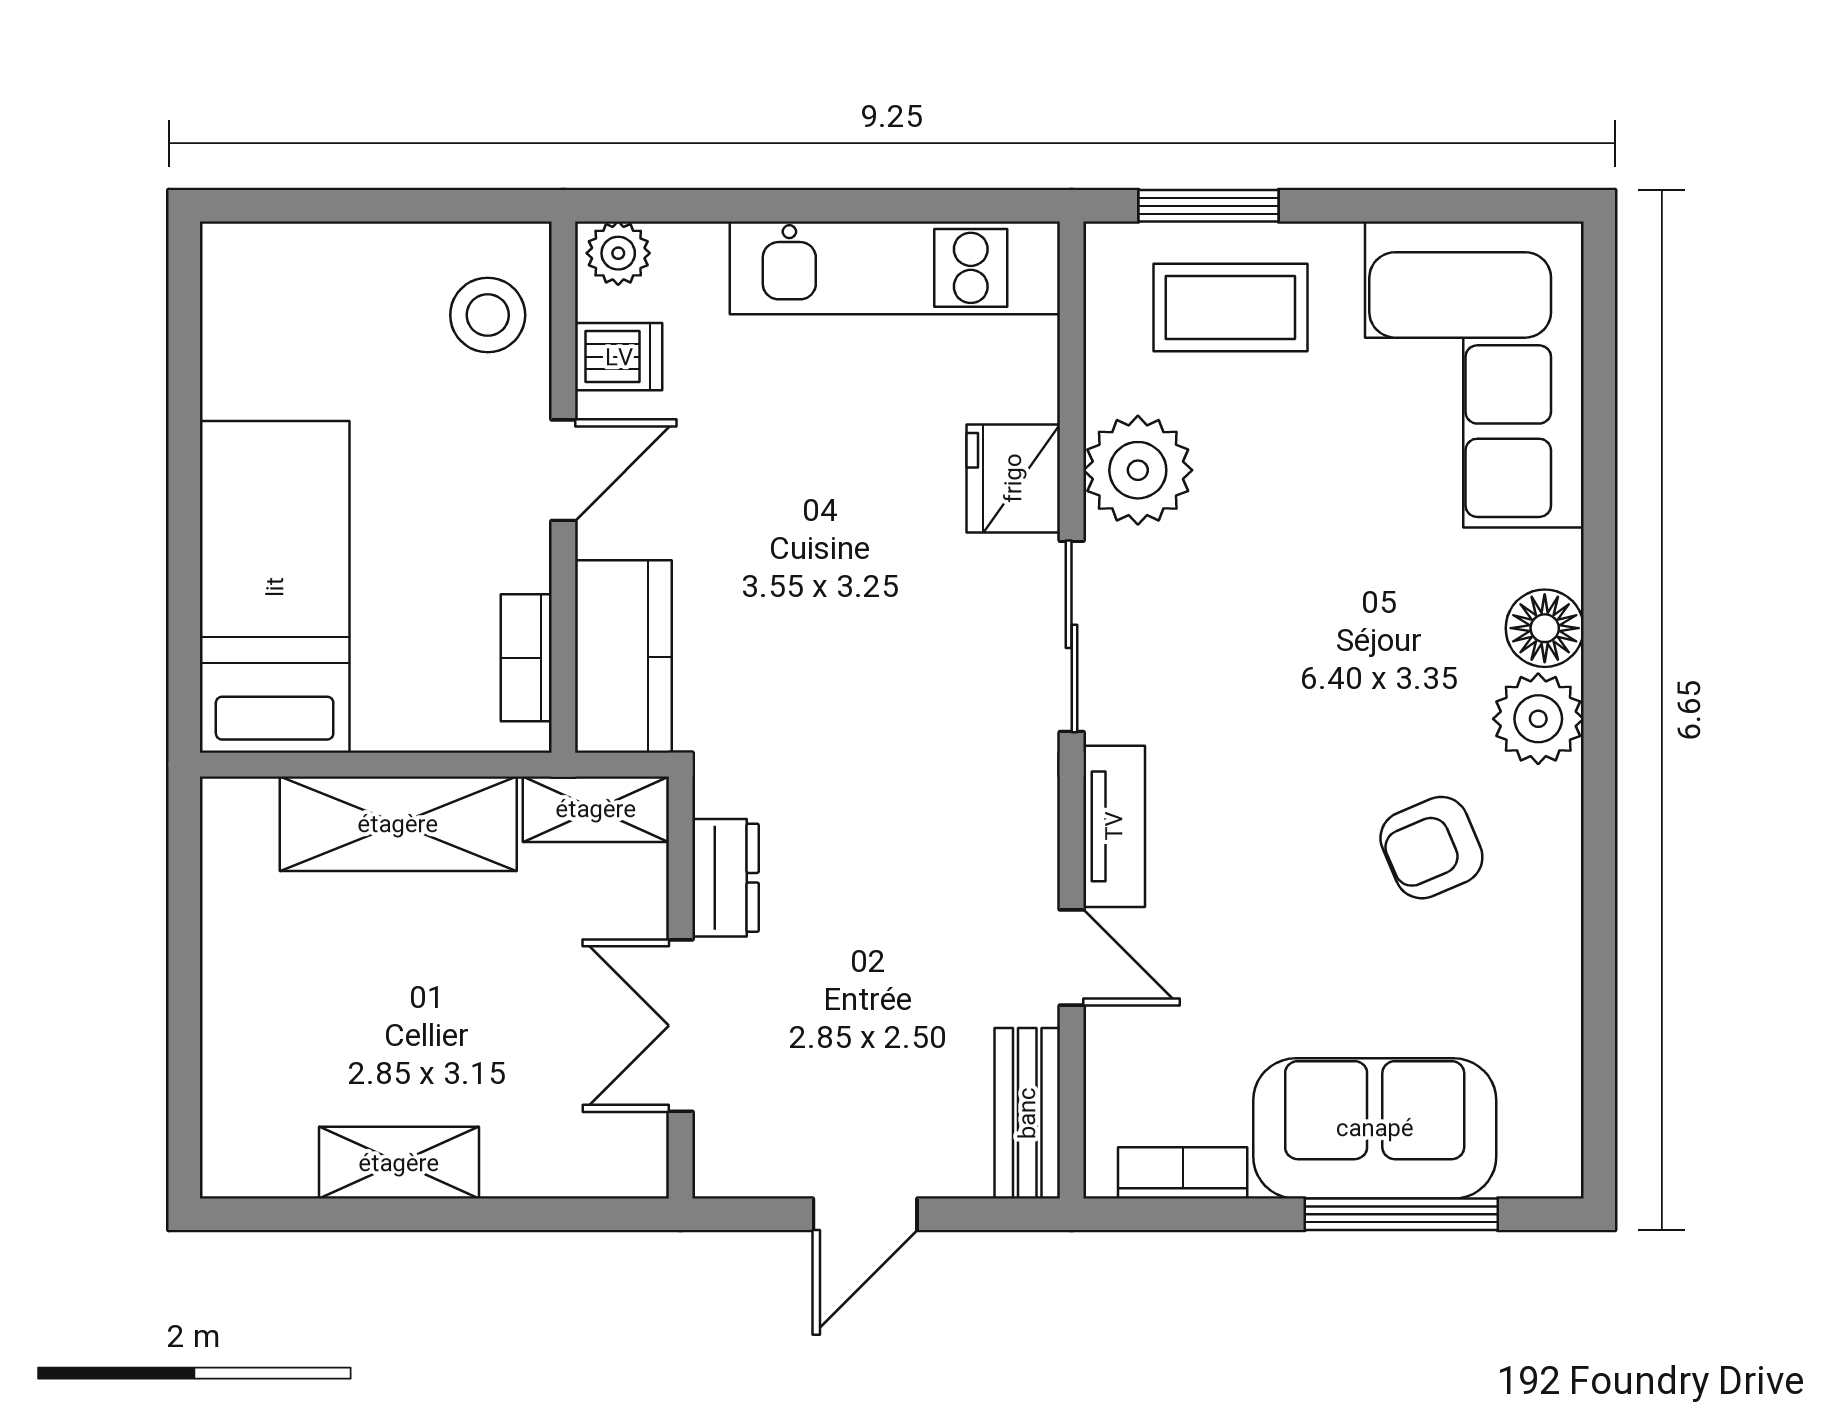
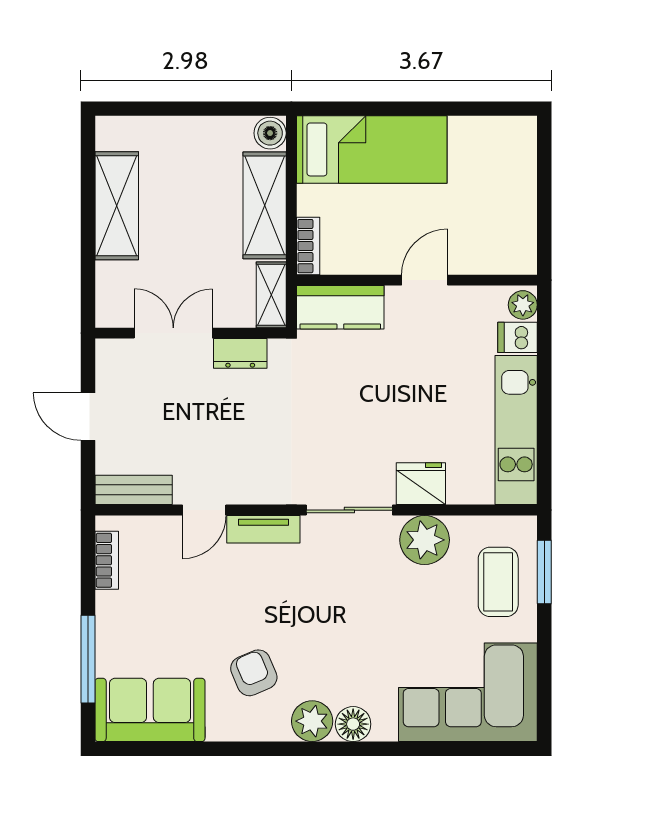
stool: (488, 315) -> (495, 246), removed
dishwasher: (619, 357) -> (517, 337), moved, turned 90
door: (563, 470) -> (425, 280), swing flipped
bookcase: (526, 658) -> (308, 246), moved, turned 90
boiler: (238, 812) -> (270, 133), added
sofa: (1375, 1128) -> (150, 710), moved, turned -90
shelving: (399, 1163) -> (117, 206), width x1.50, depth x1.33

